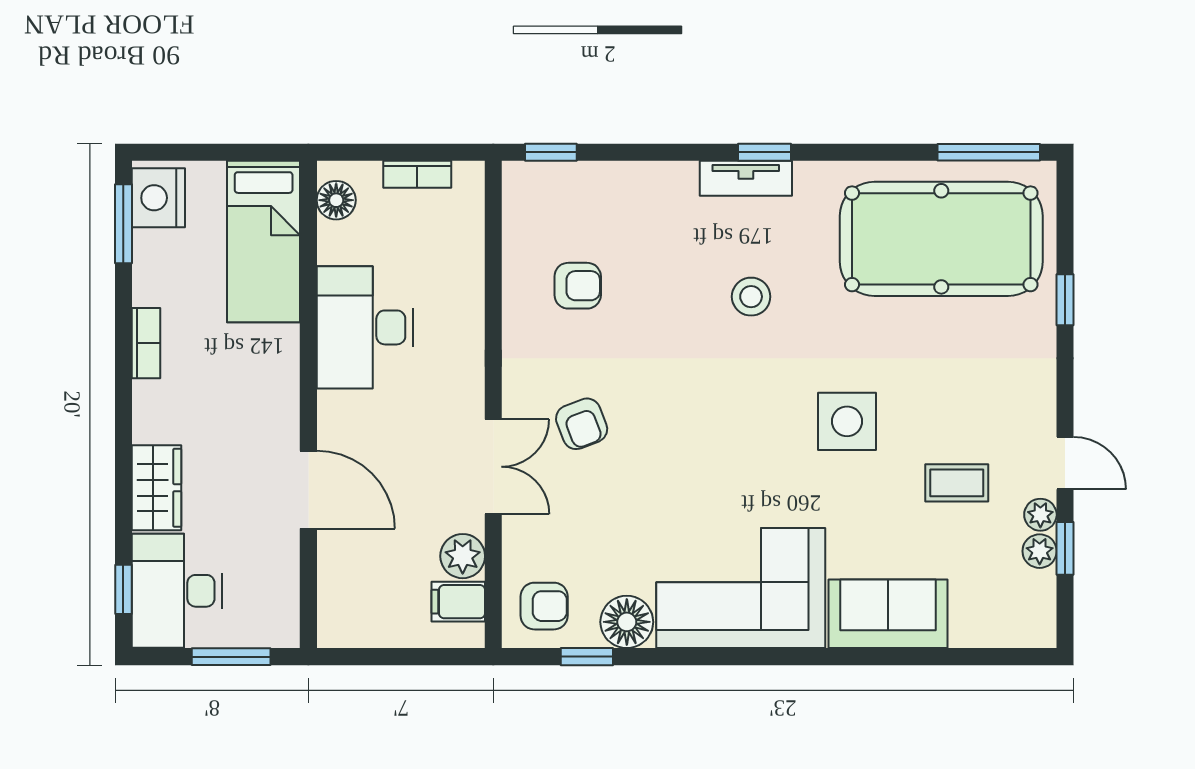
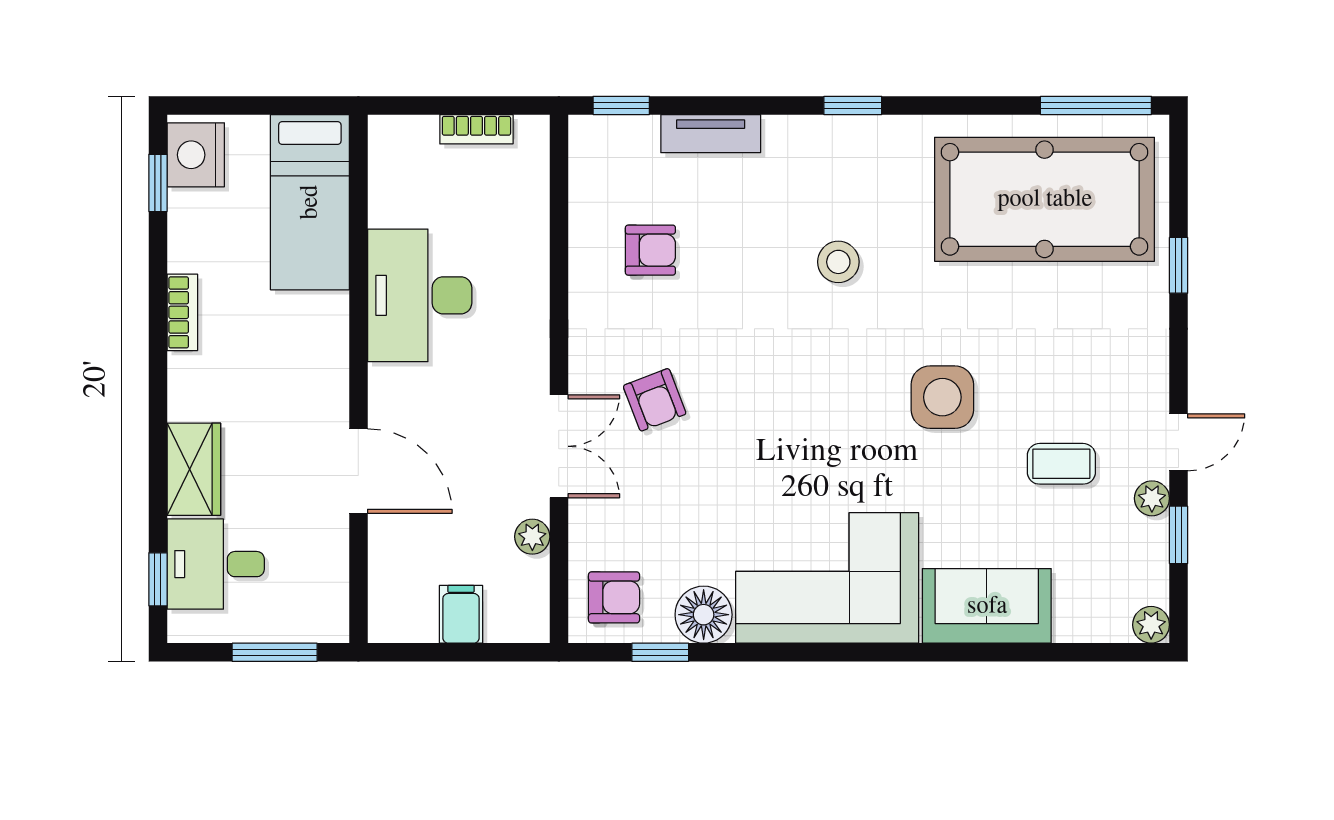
tv unit: (746, 178) -> (711, 134), moved
floor lamp: (336, 200) -> (389, 157), removed
window: (123, 224) -> (158, 183), width x0.67
door: (1065, 463) -> (1179, 442), hinge flipped
plant: (1040, 551) -> (1151, 625), moved
plant: (463, 556) -> (532, 537), width x0.73, depth x0.73
desk: (177, 591) -> (216, 564), width x0.73
filing cabinet: (458, 602) -> (461, 614), moved, turned 90

